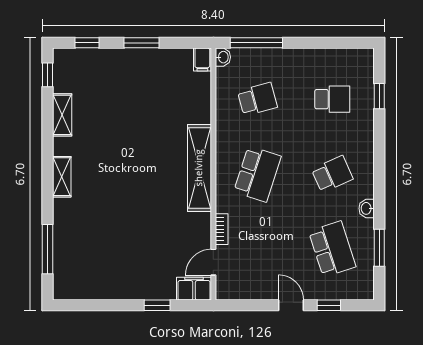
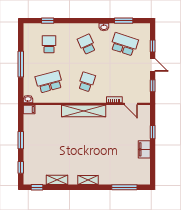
window: (256, 43) -> (21, 64), moved
school desk: (257, 99) -> (49, 82), width x1.85
school desk: (257, 174) -> (87, 82), width x0.54
school desk: (332, 249) -> (124, 44), turned 36
filing cabinet: (194, 289) -> (144, 149), moved
window: (250, 305) -> (153, 86), added
door: (291, 305) -> (153, 65), swing flipped

